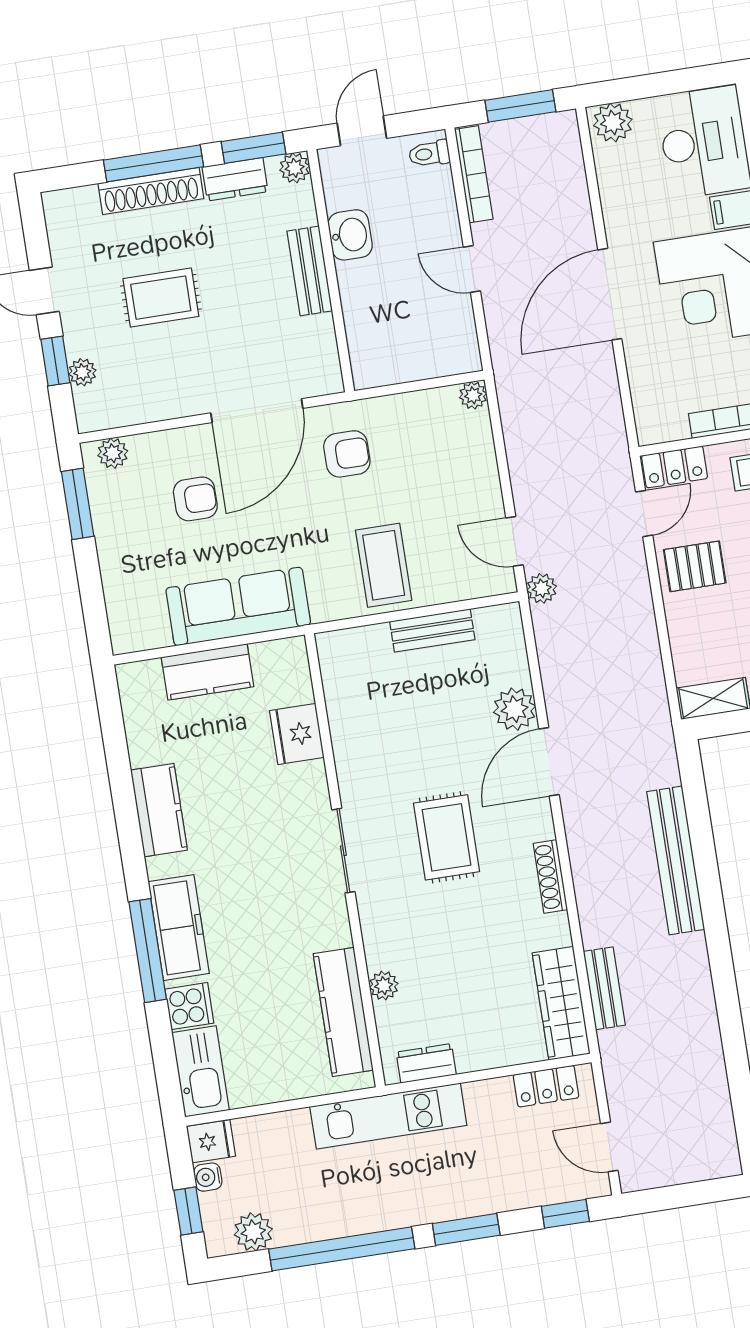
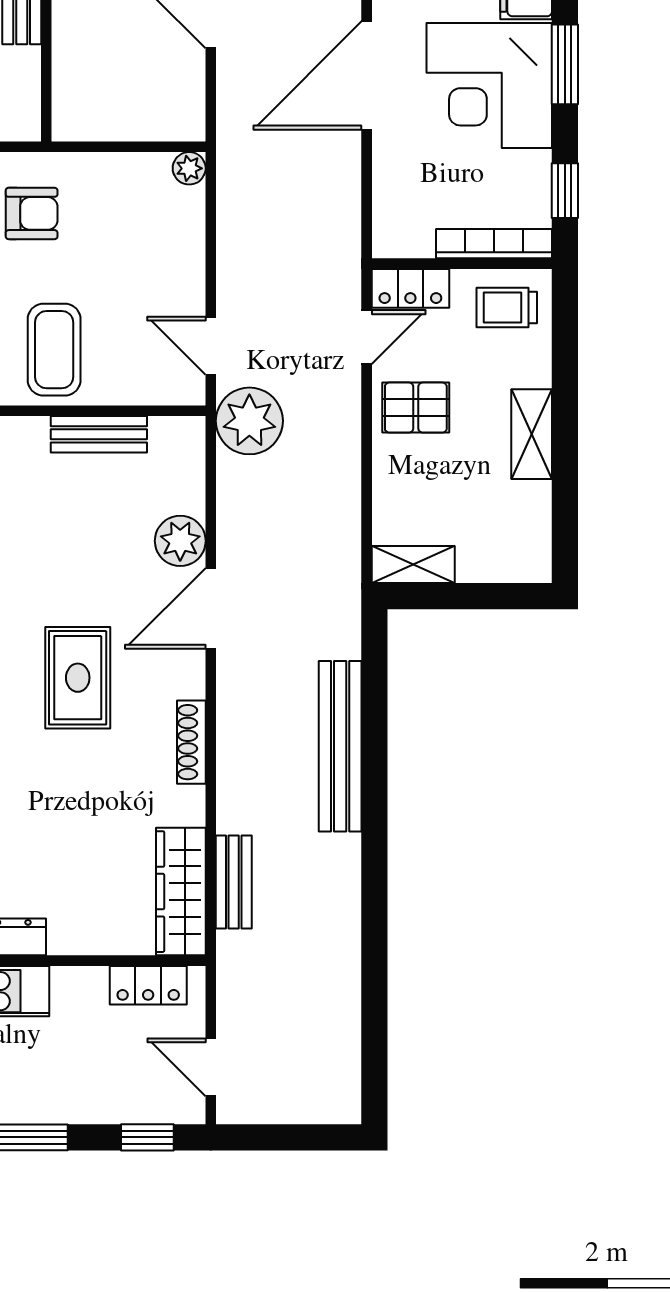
plant: (542, 588) -> (249, 421), width x1.88, depth x1.88

